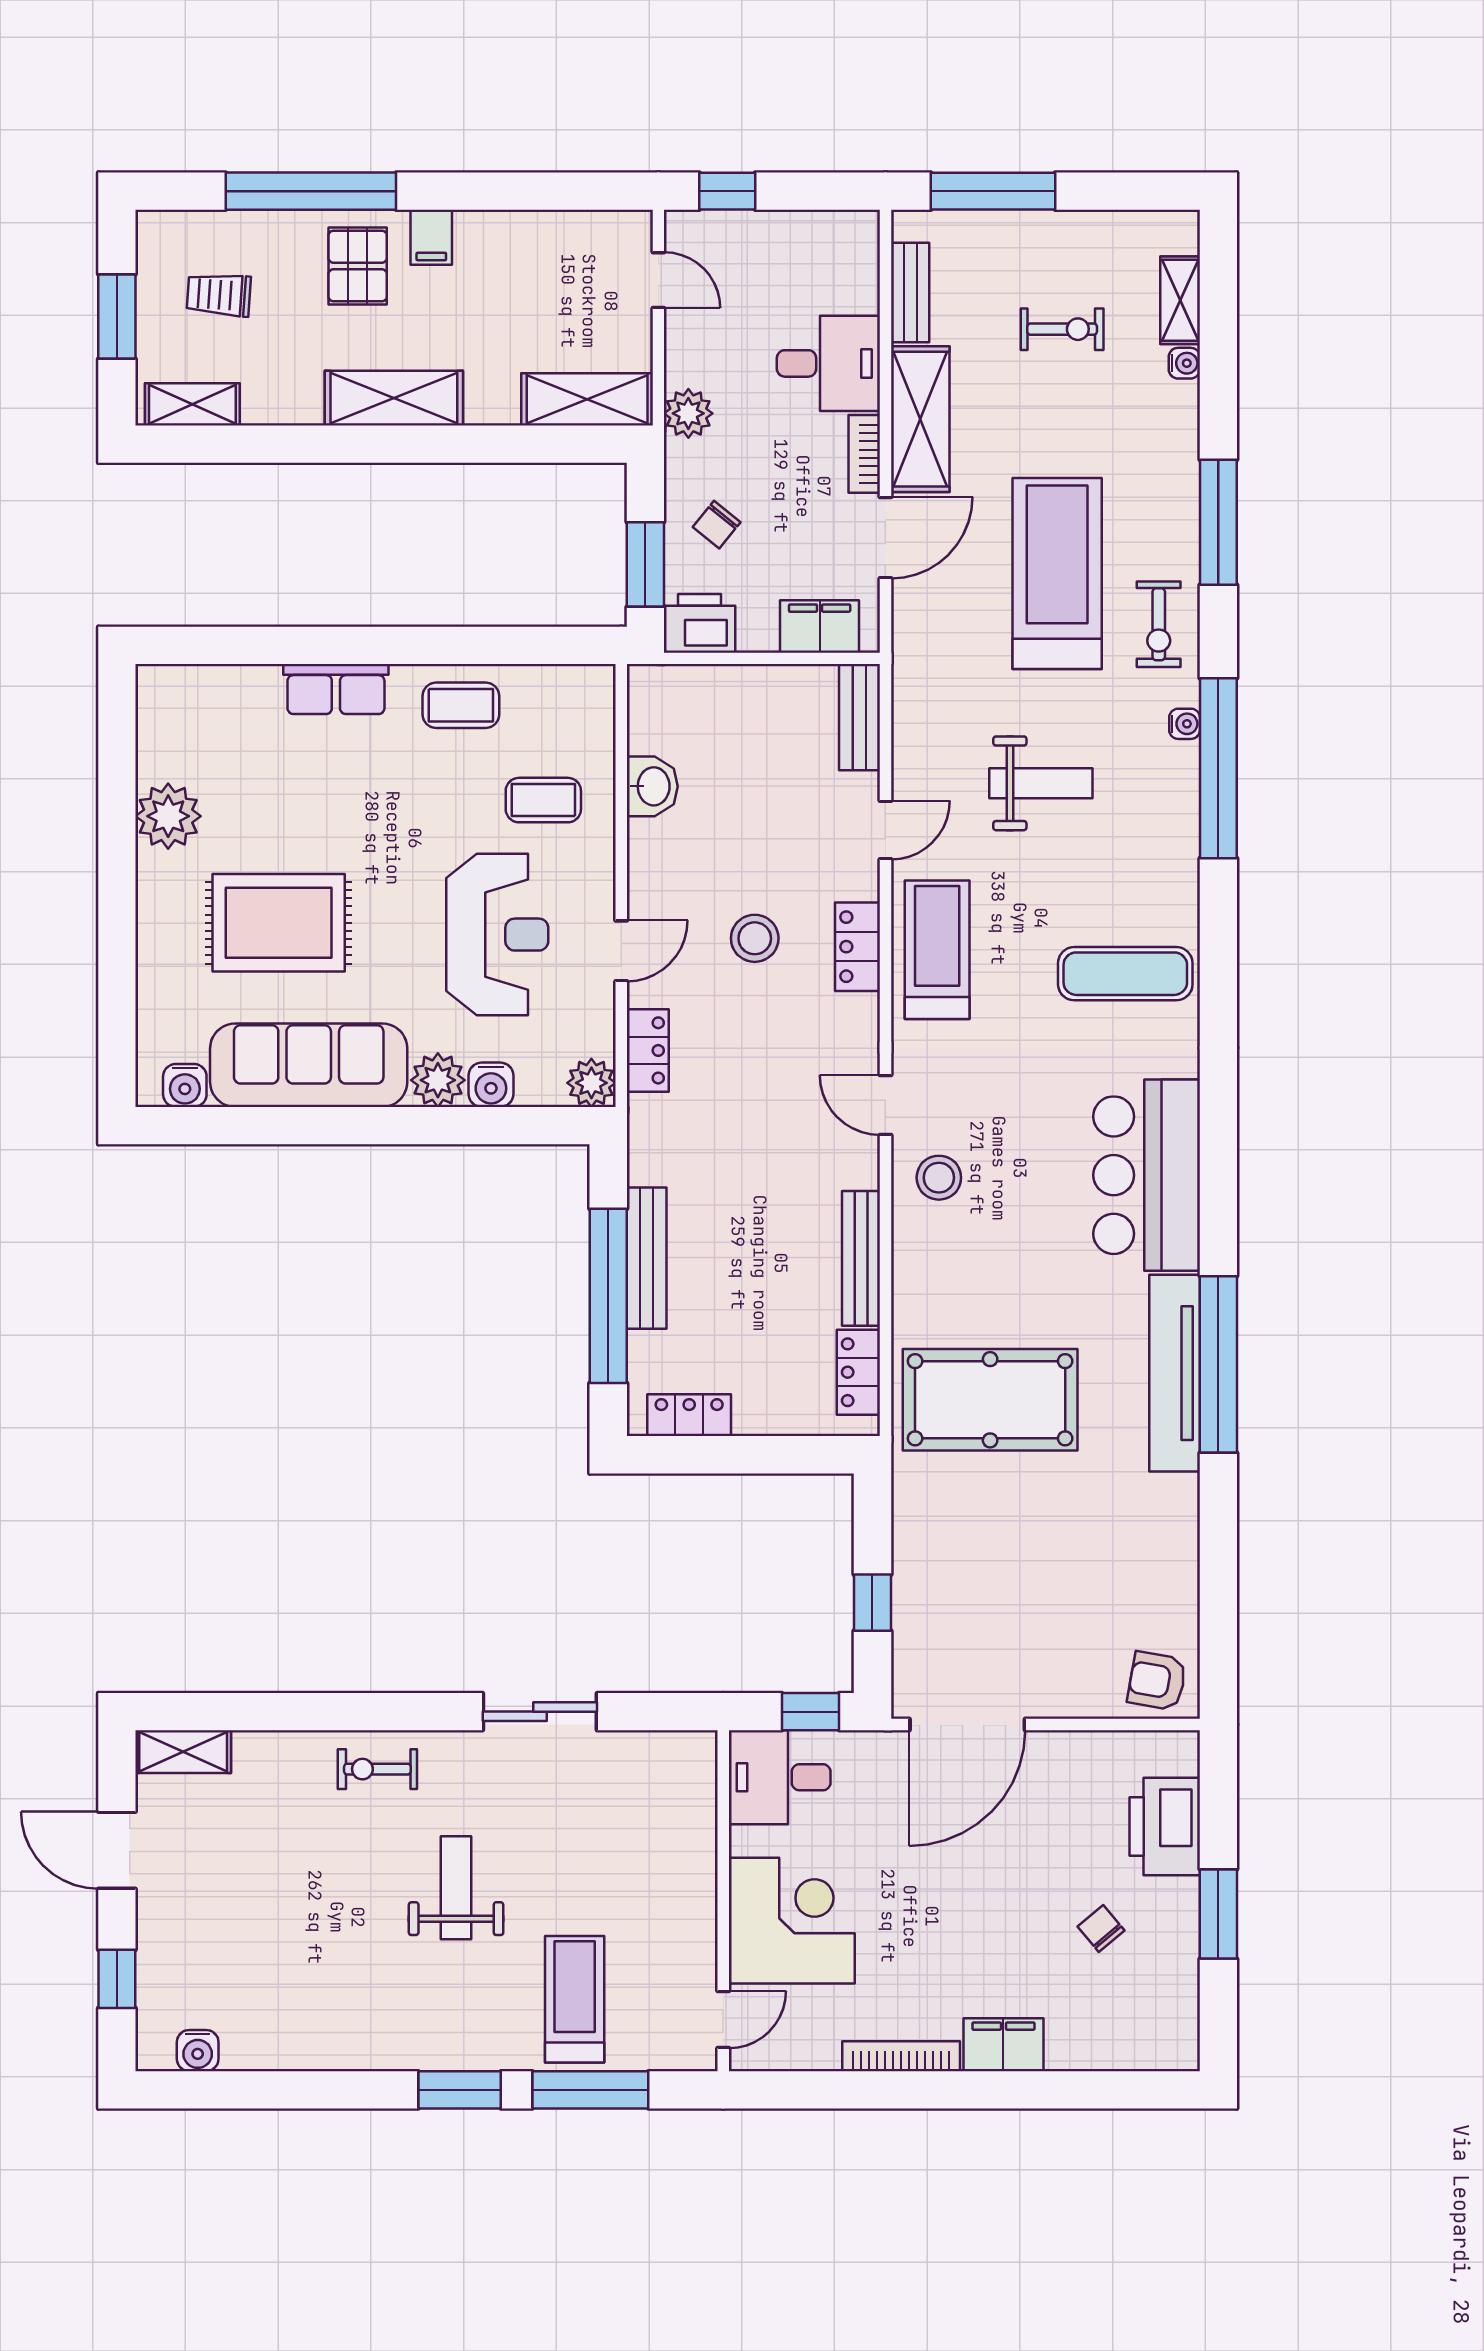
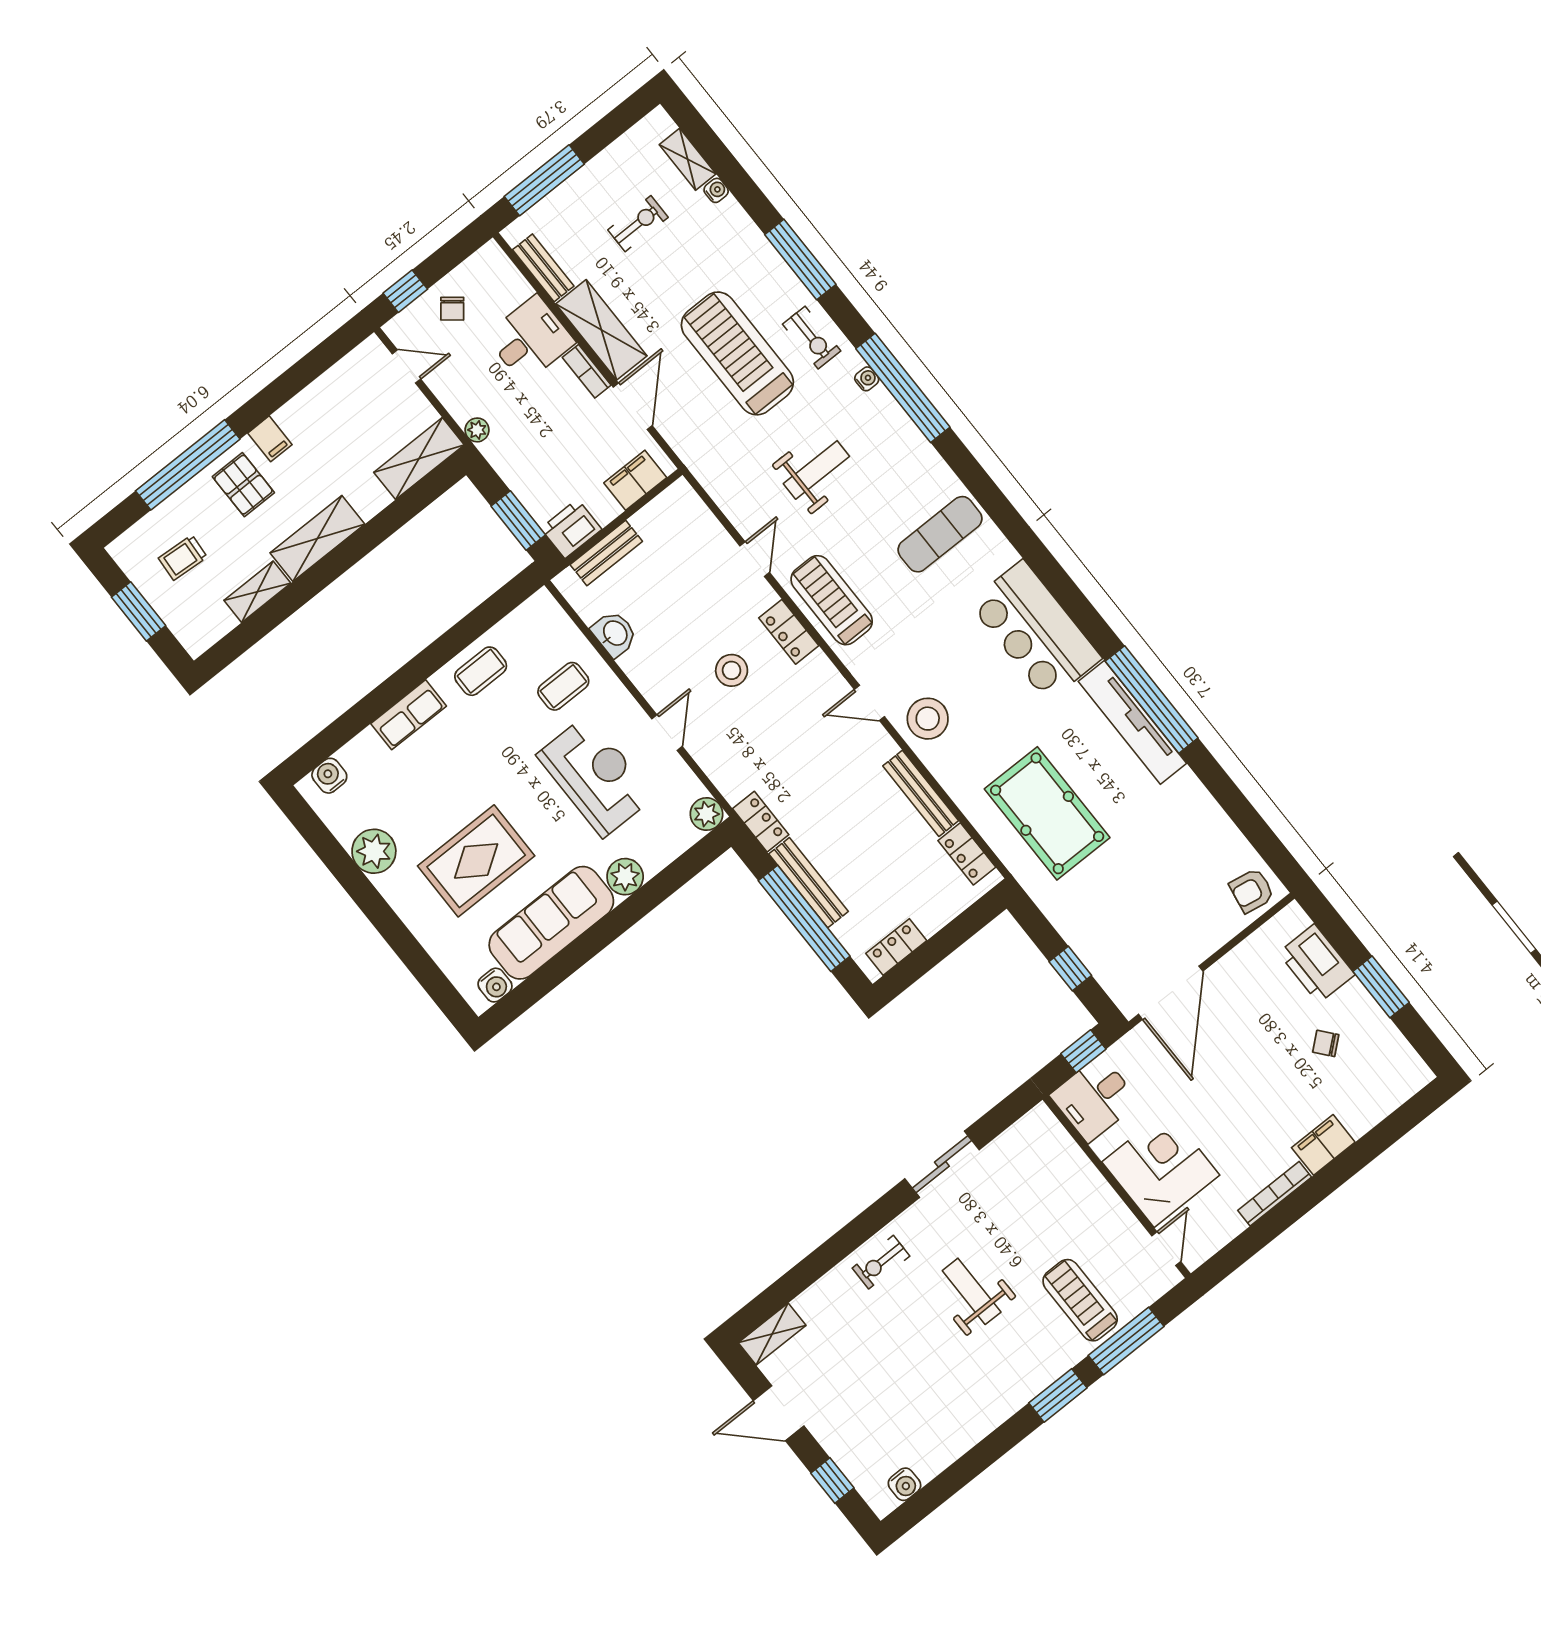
shelving: (192, 404) -> (257, 592), moved
plant: (688, 413) -> (477, 430), width x0.73, depth x0.73
chair: (717, 525) -> (452, 309), moved
bench: (860, 717) -> (606, 553), moved, turned 90
locker: (648, 1050) -> (761, 822), moved
water cooler: (491, 1085) -> (329, 776), moved, turned 180
stool: (939, 1178) -> (928, 719), width x1.38, depth x1.38
pool table: (990, 1400) -> (1047, 813), turned 90

